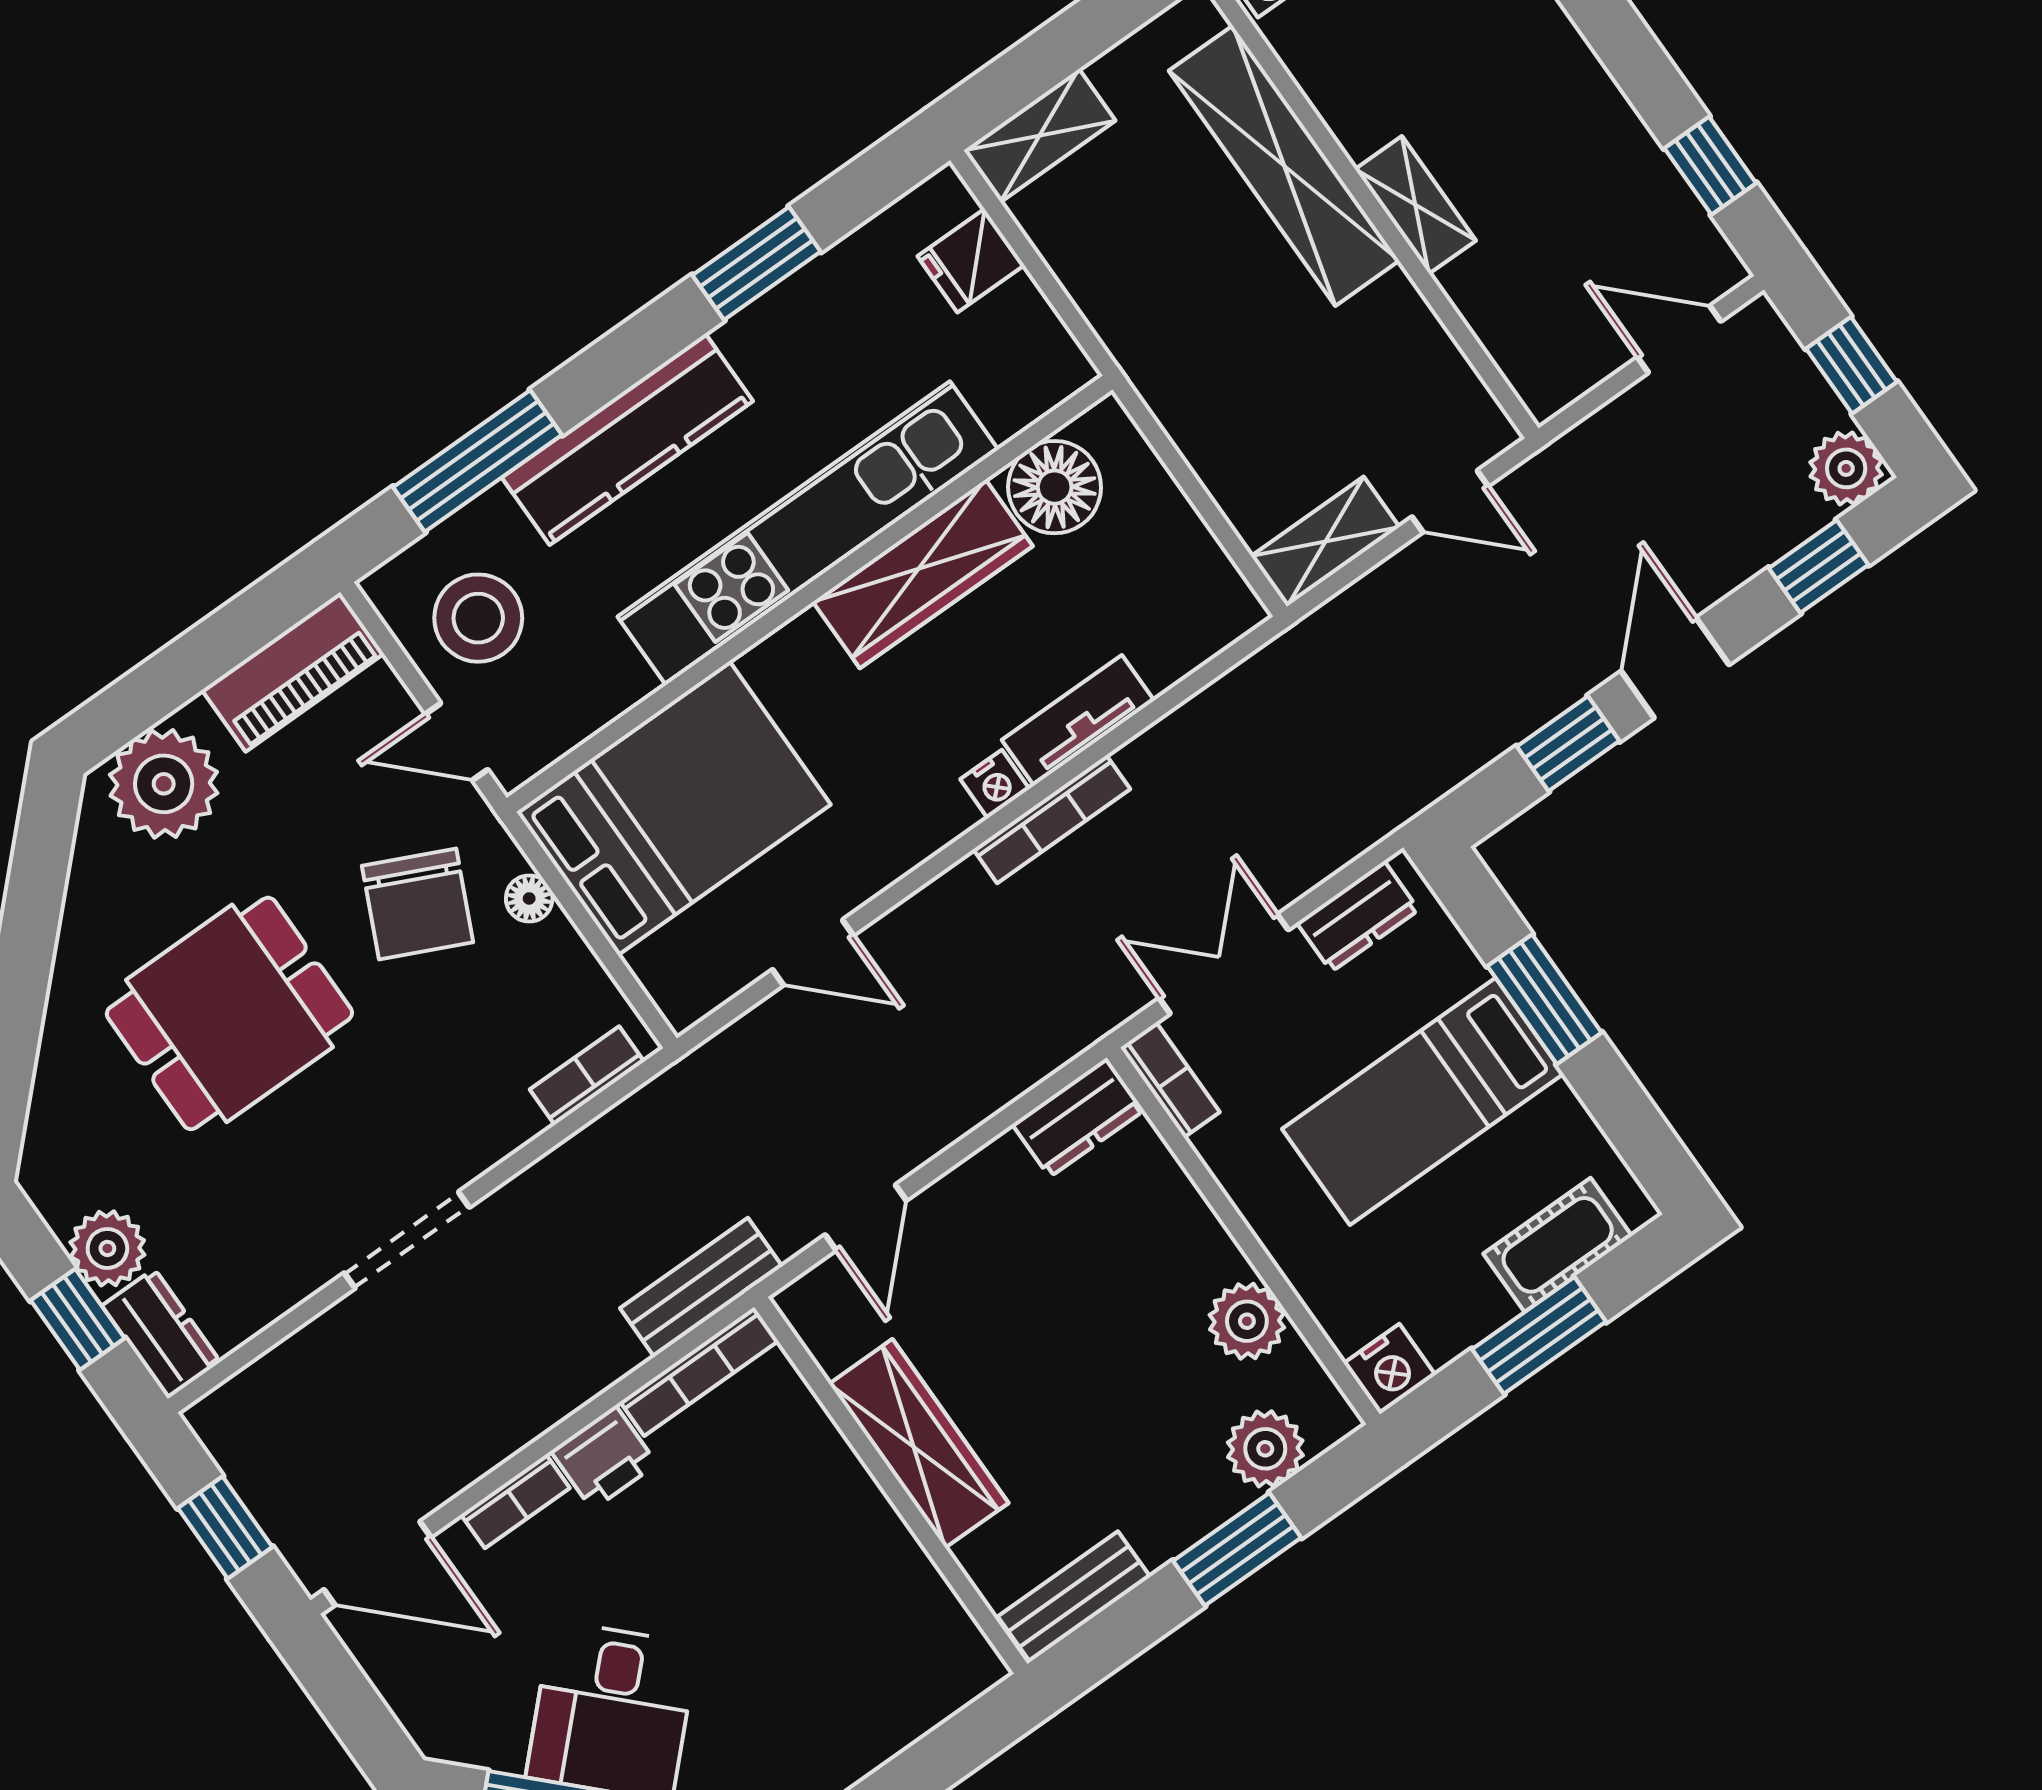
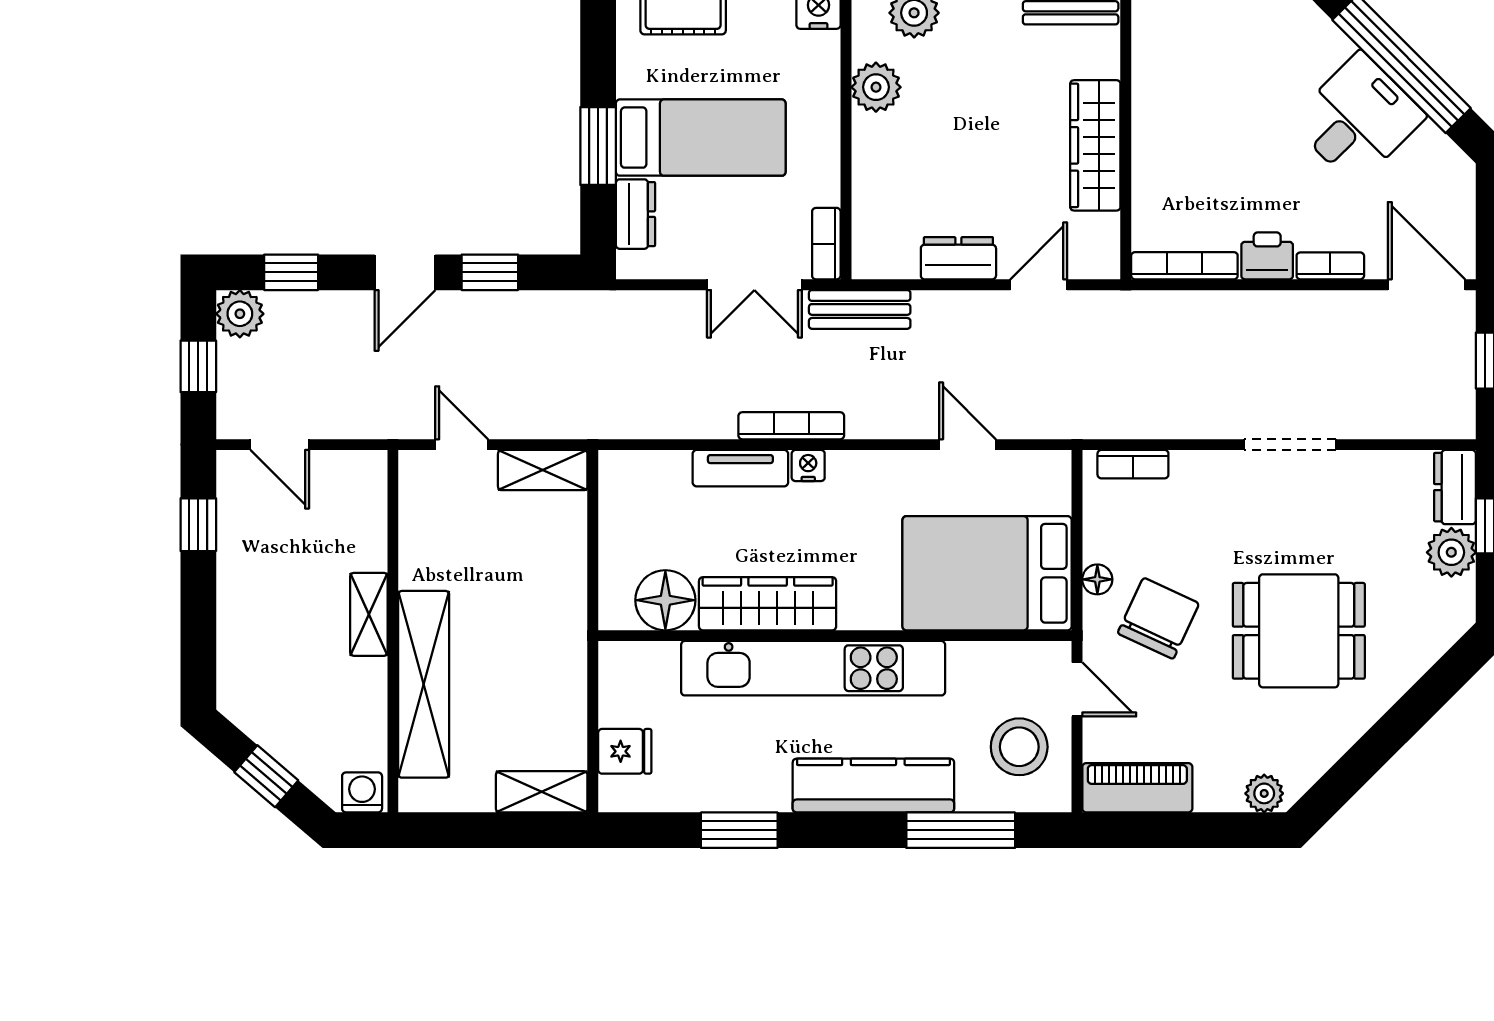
plant: (164, 784) -> (1264, 793), width x0.53, depth x0.53
dresser: (1358, 916) -> (635, 214), moved, turned 90
dresser: (1078, 1117) -> (958, 258), moved
bench: (701, 1287) -> (860, 309), moved

